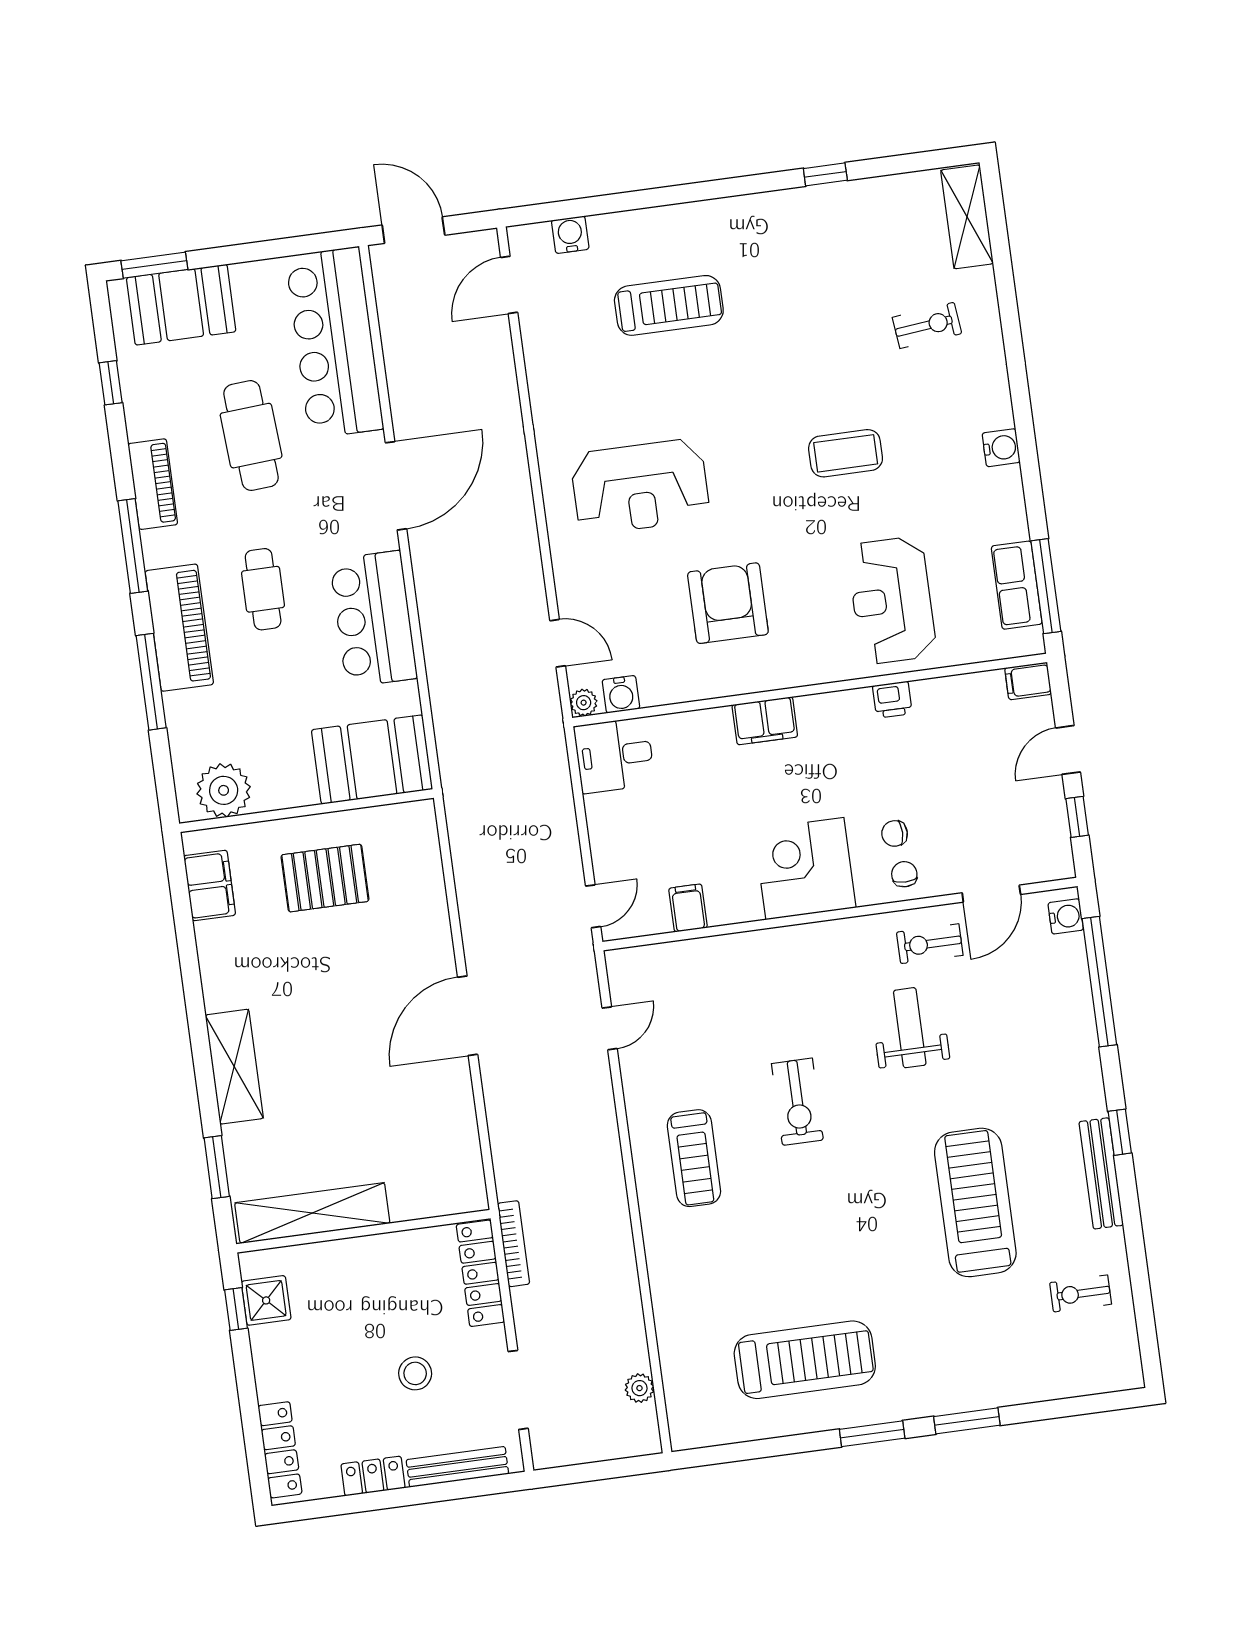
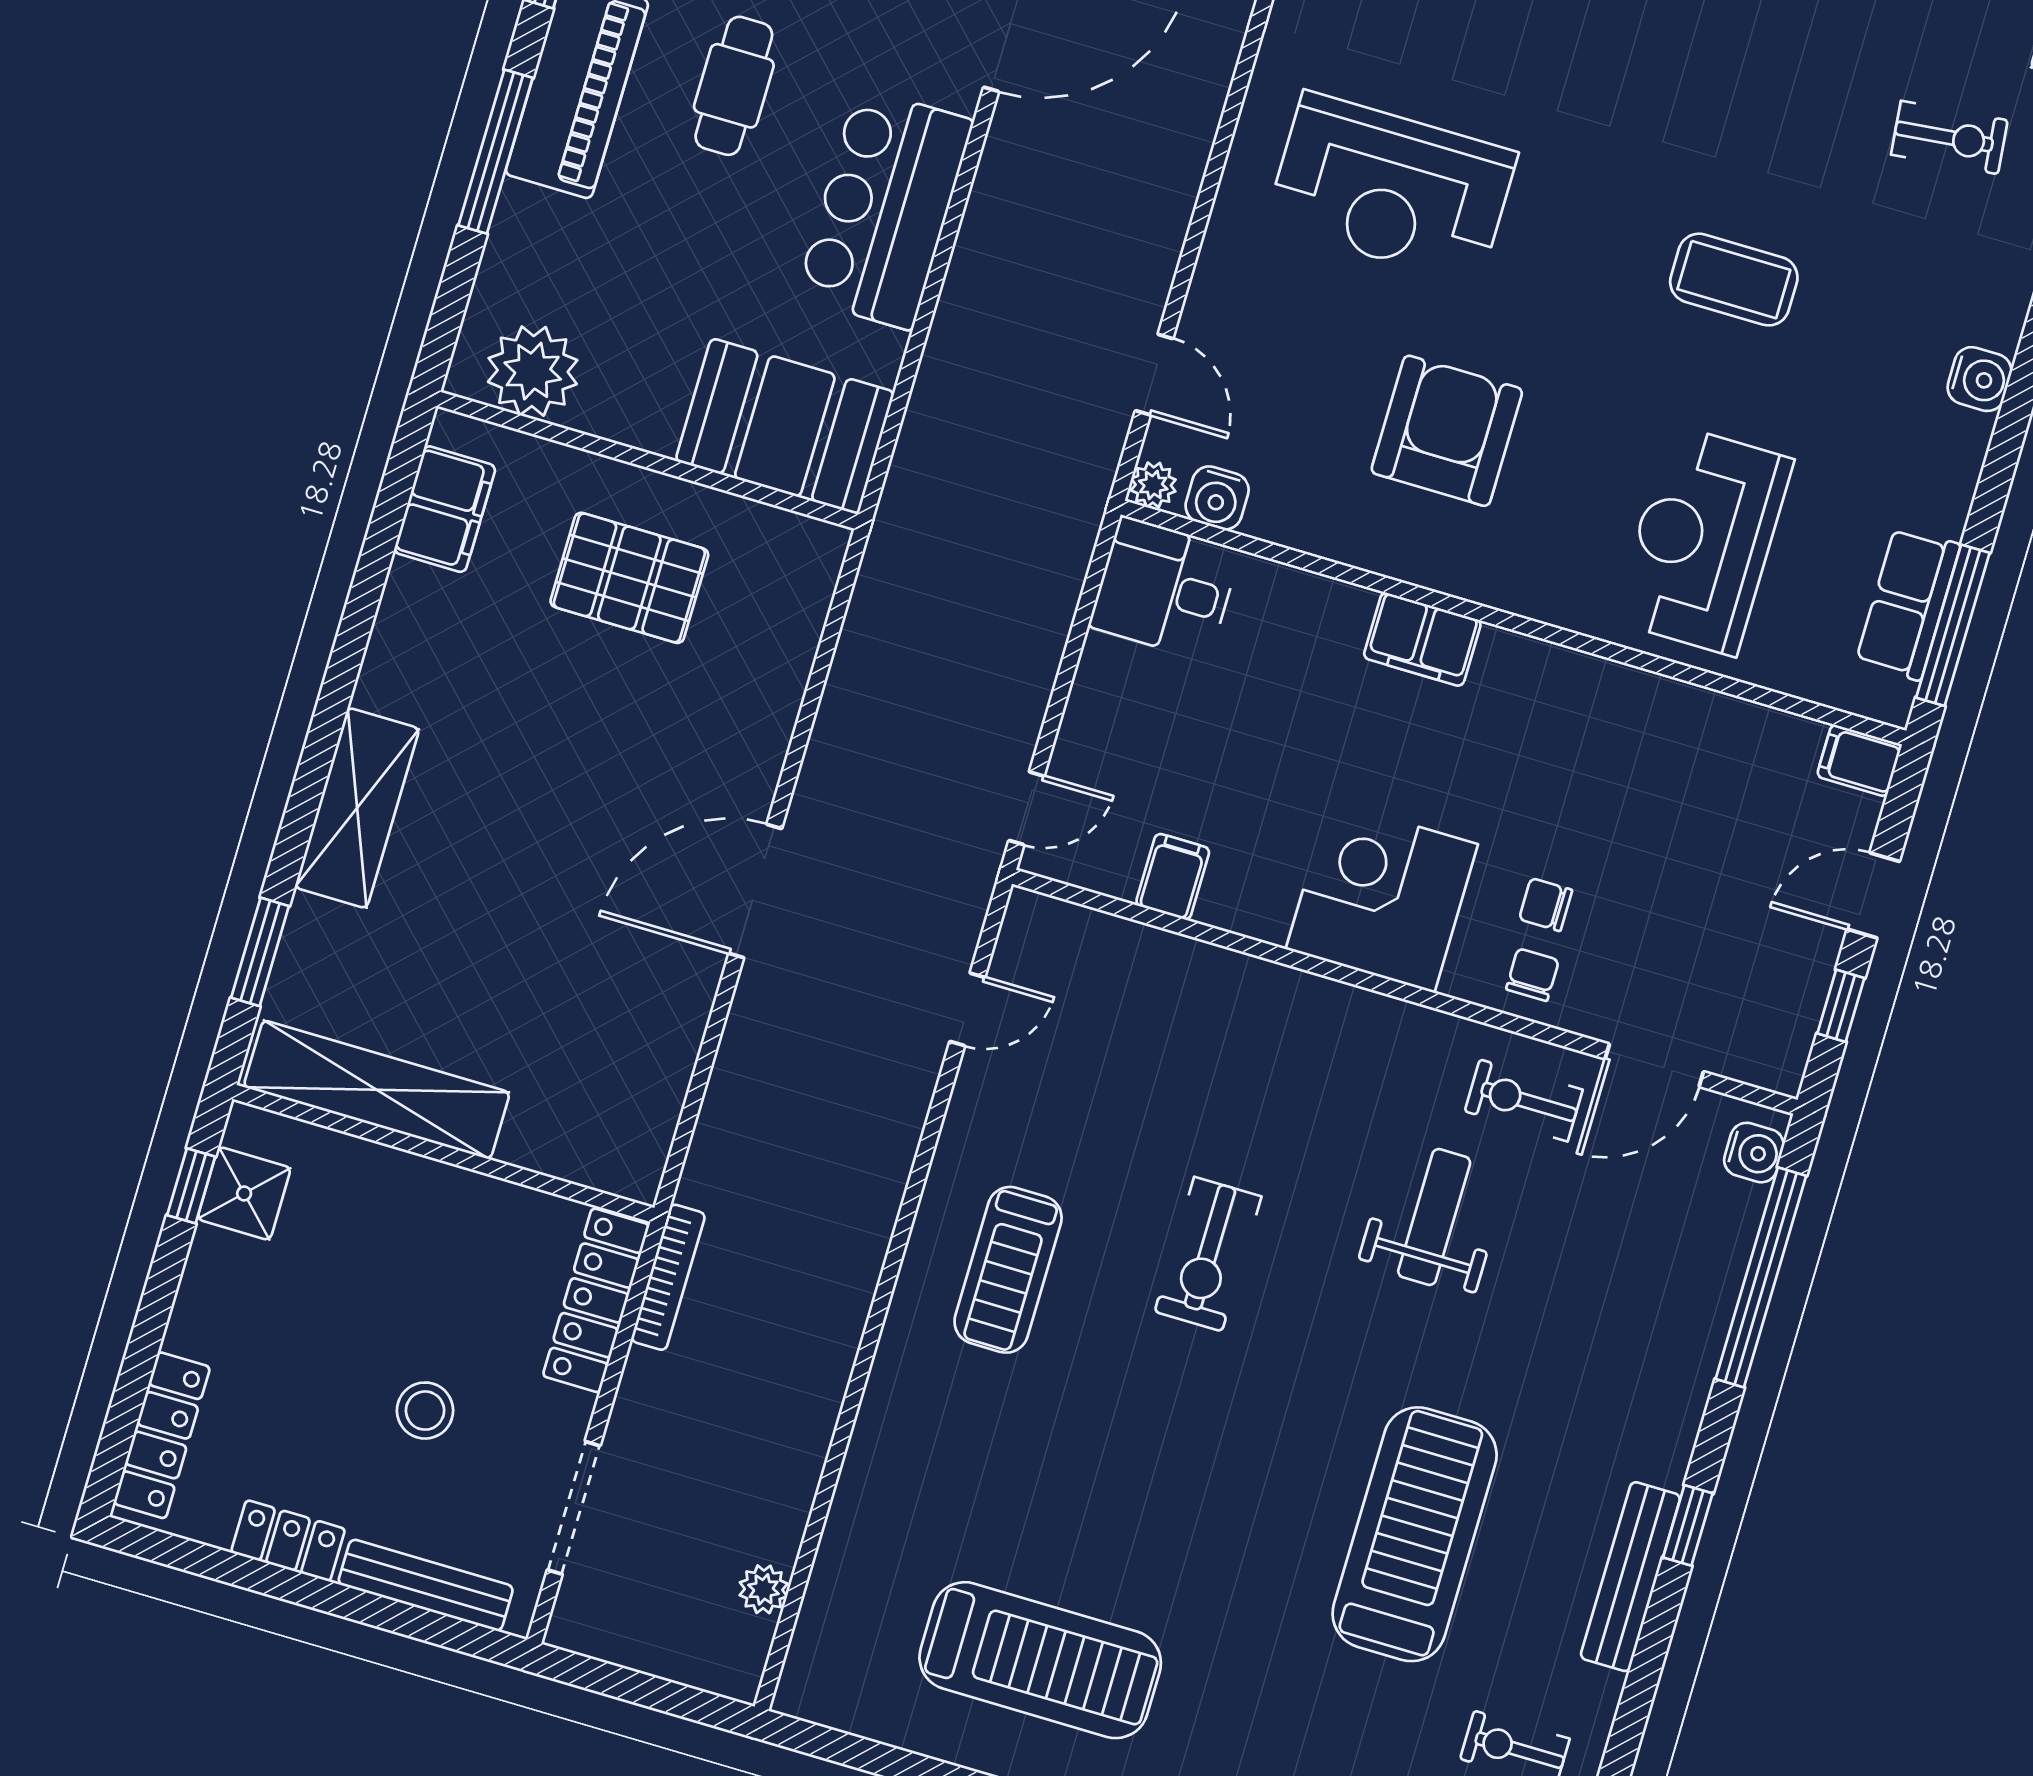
printer: (892, 700) -> (1635, 695), removed

